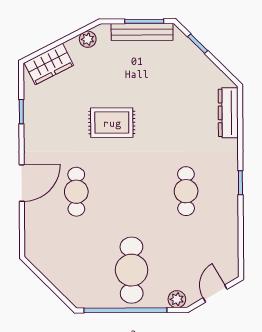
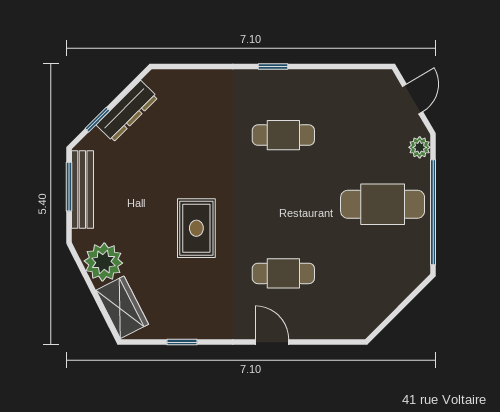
plant: (88, 39) -> (103, 262), width x1.88, depth x1.88
dresser: (228, 113) -> (127, 111), moved, turned -45
door: (22, 183) -> (272, 342), width x0.73
door: (215, 294) -> (413, 99), swing flipped

